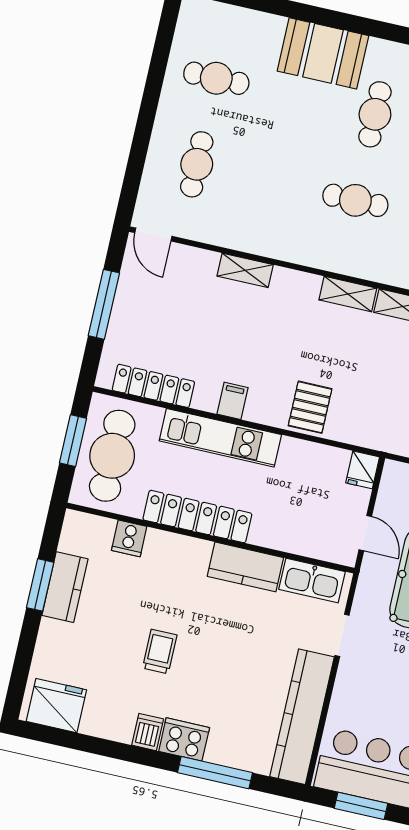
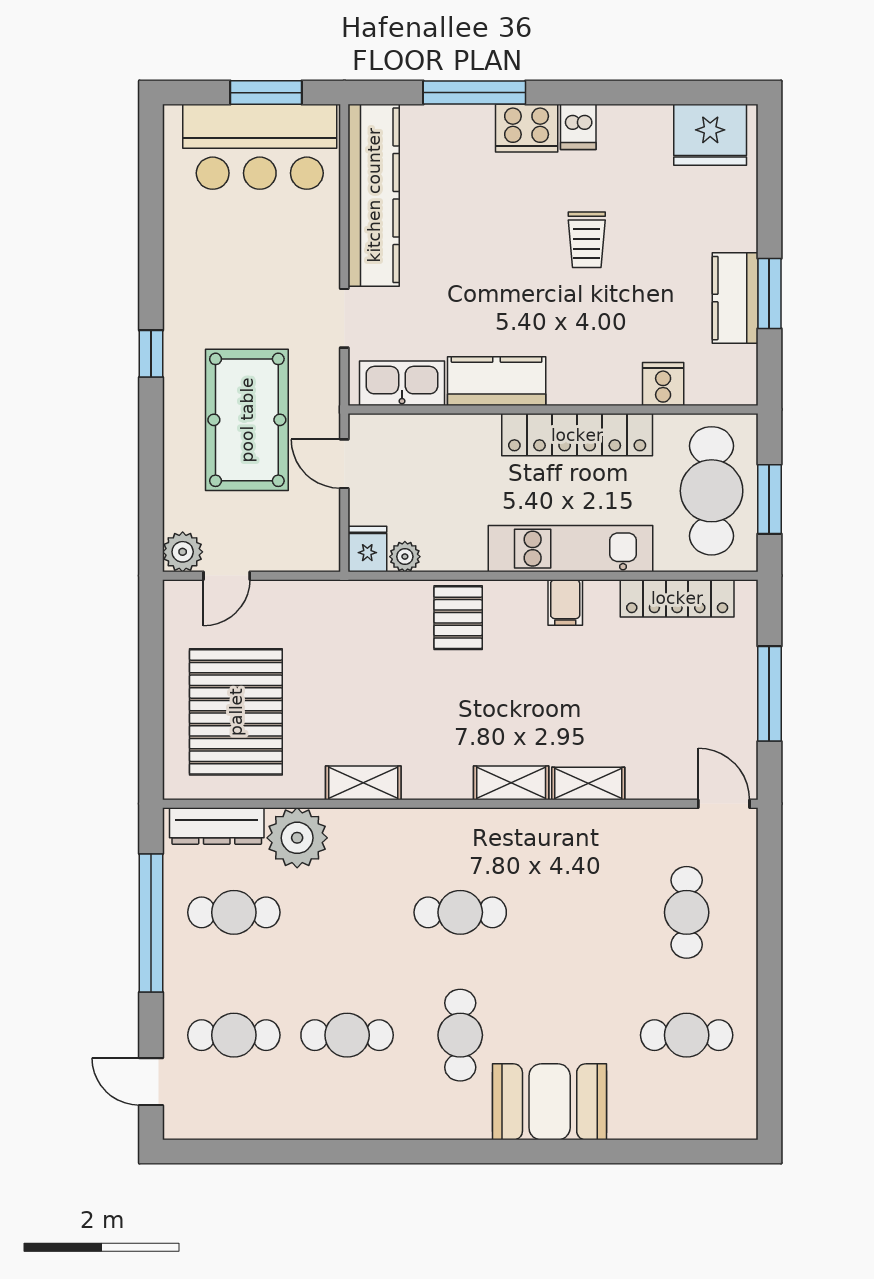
shelving: (348, 294) -> (511, 783), moved
plant: (338, 459) -> (405, 557), added

